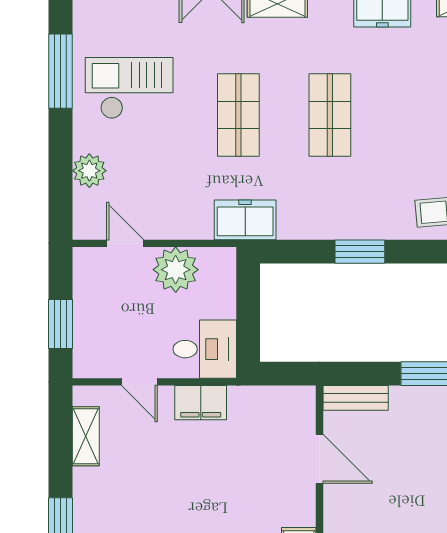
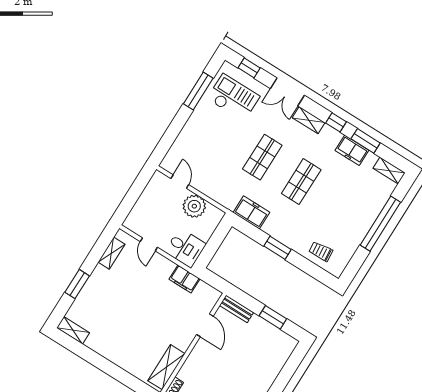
checkout: (129, 88) -> (233, 98), moved
plant: (89, 171) -> (184, 141), removed
freezer: (245, 220) -> (251, 212), moved
window: (61, 324) -> (131, 199), removed
filing cabinet: (201, 403) -> (184, 279), moved

